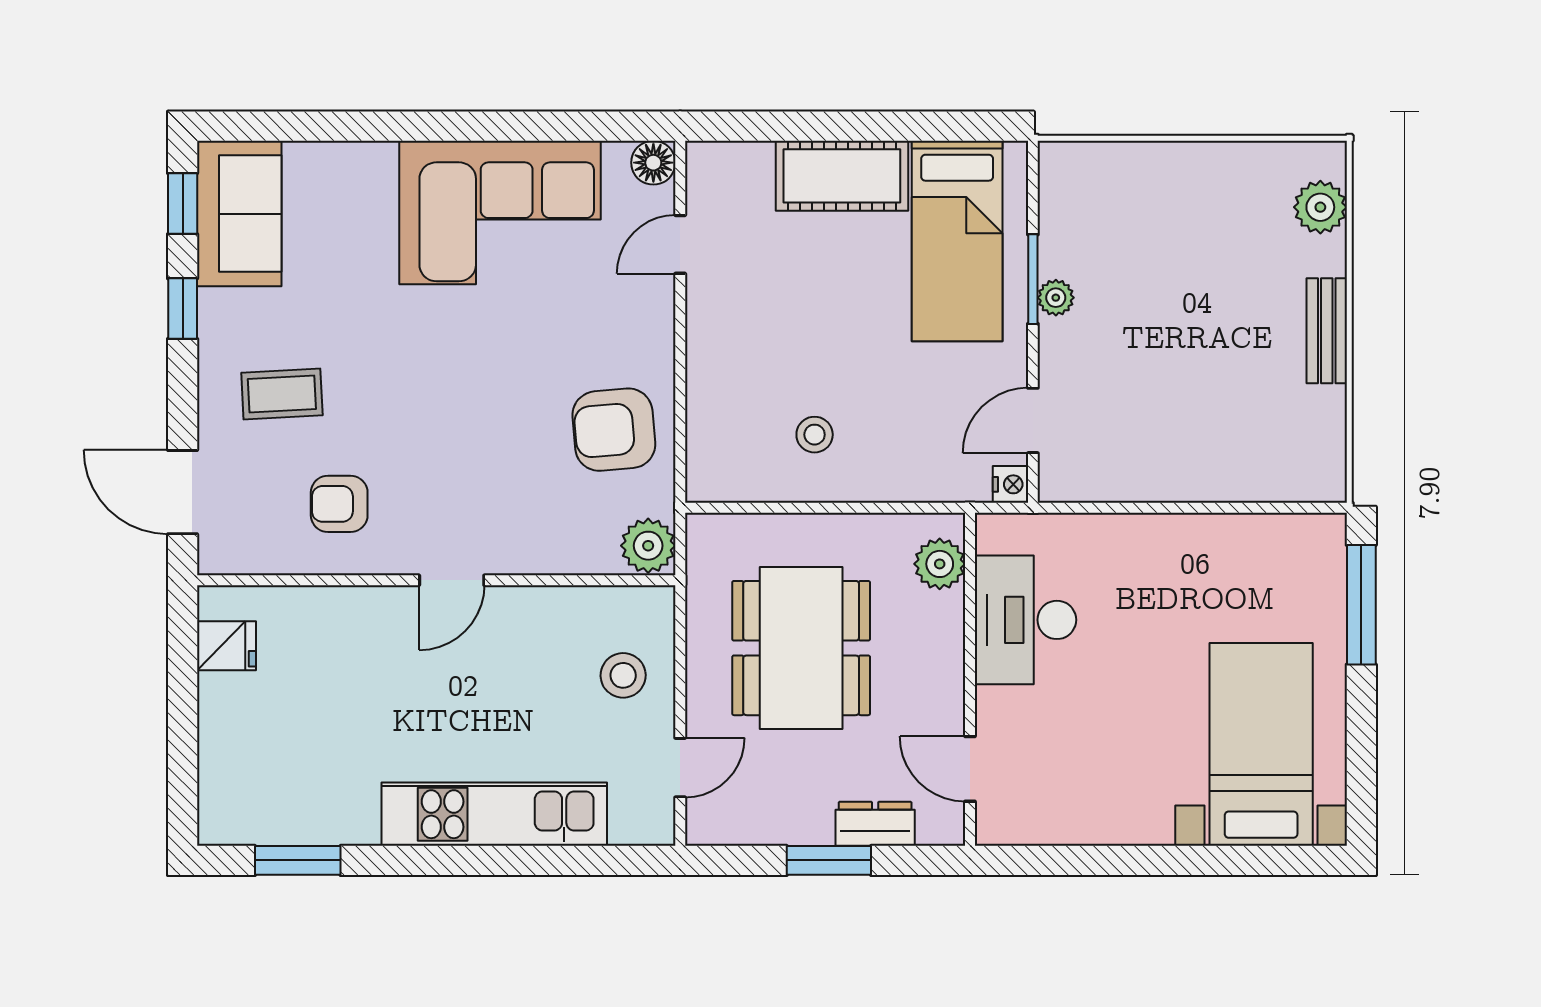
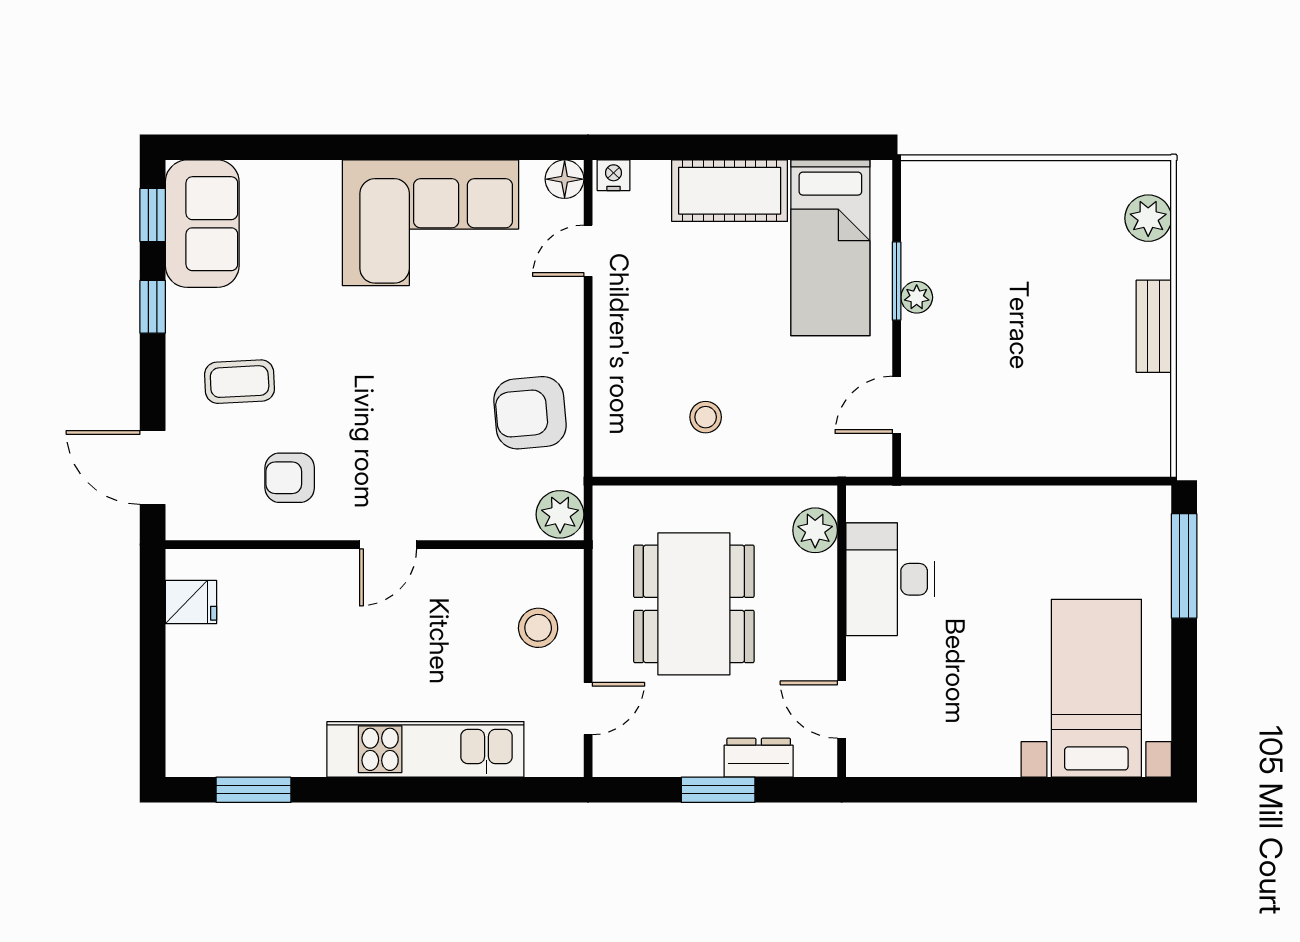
nightstand: (1010, 484) -> (614, 175), moved, turned -90

